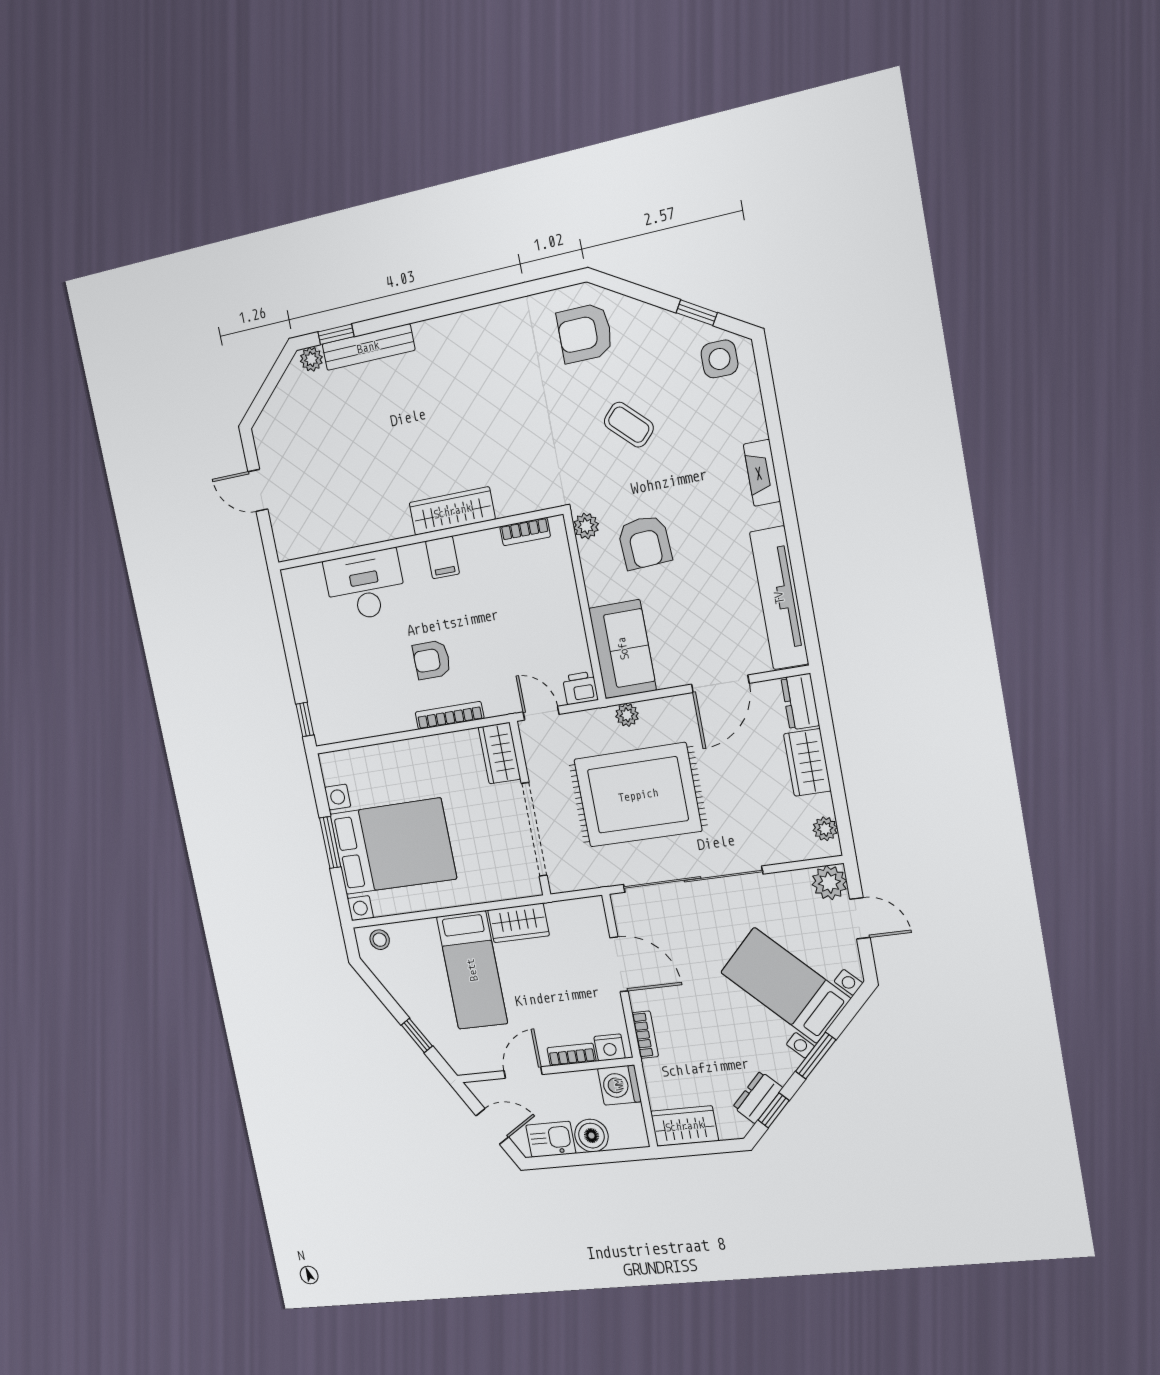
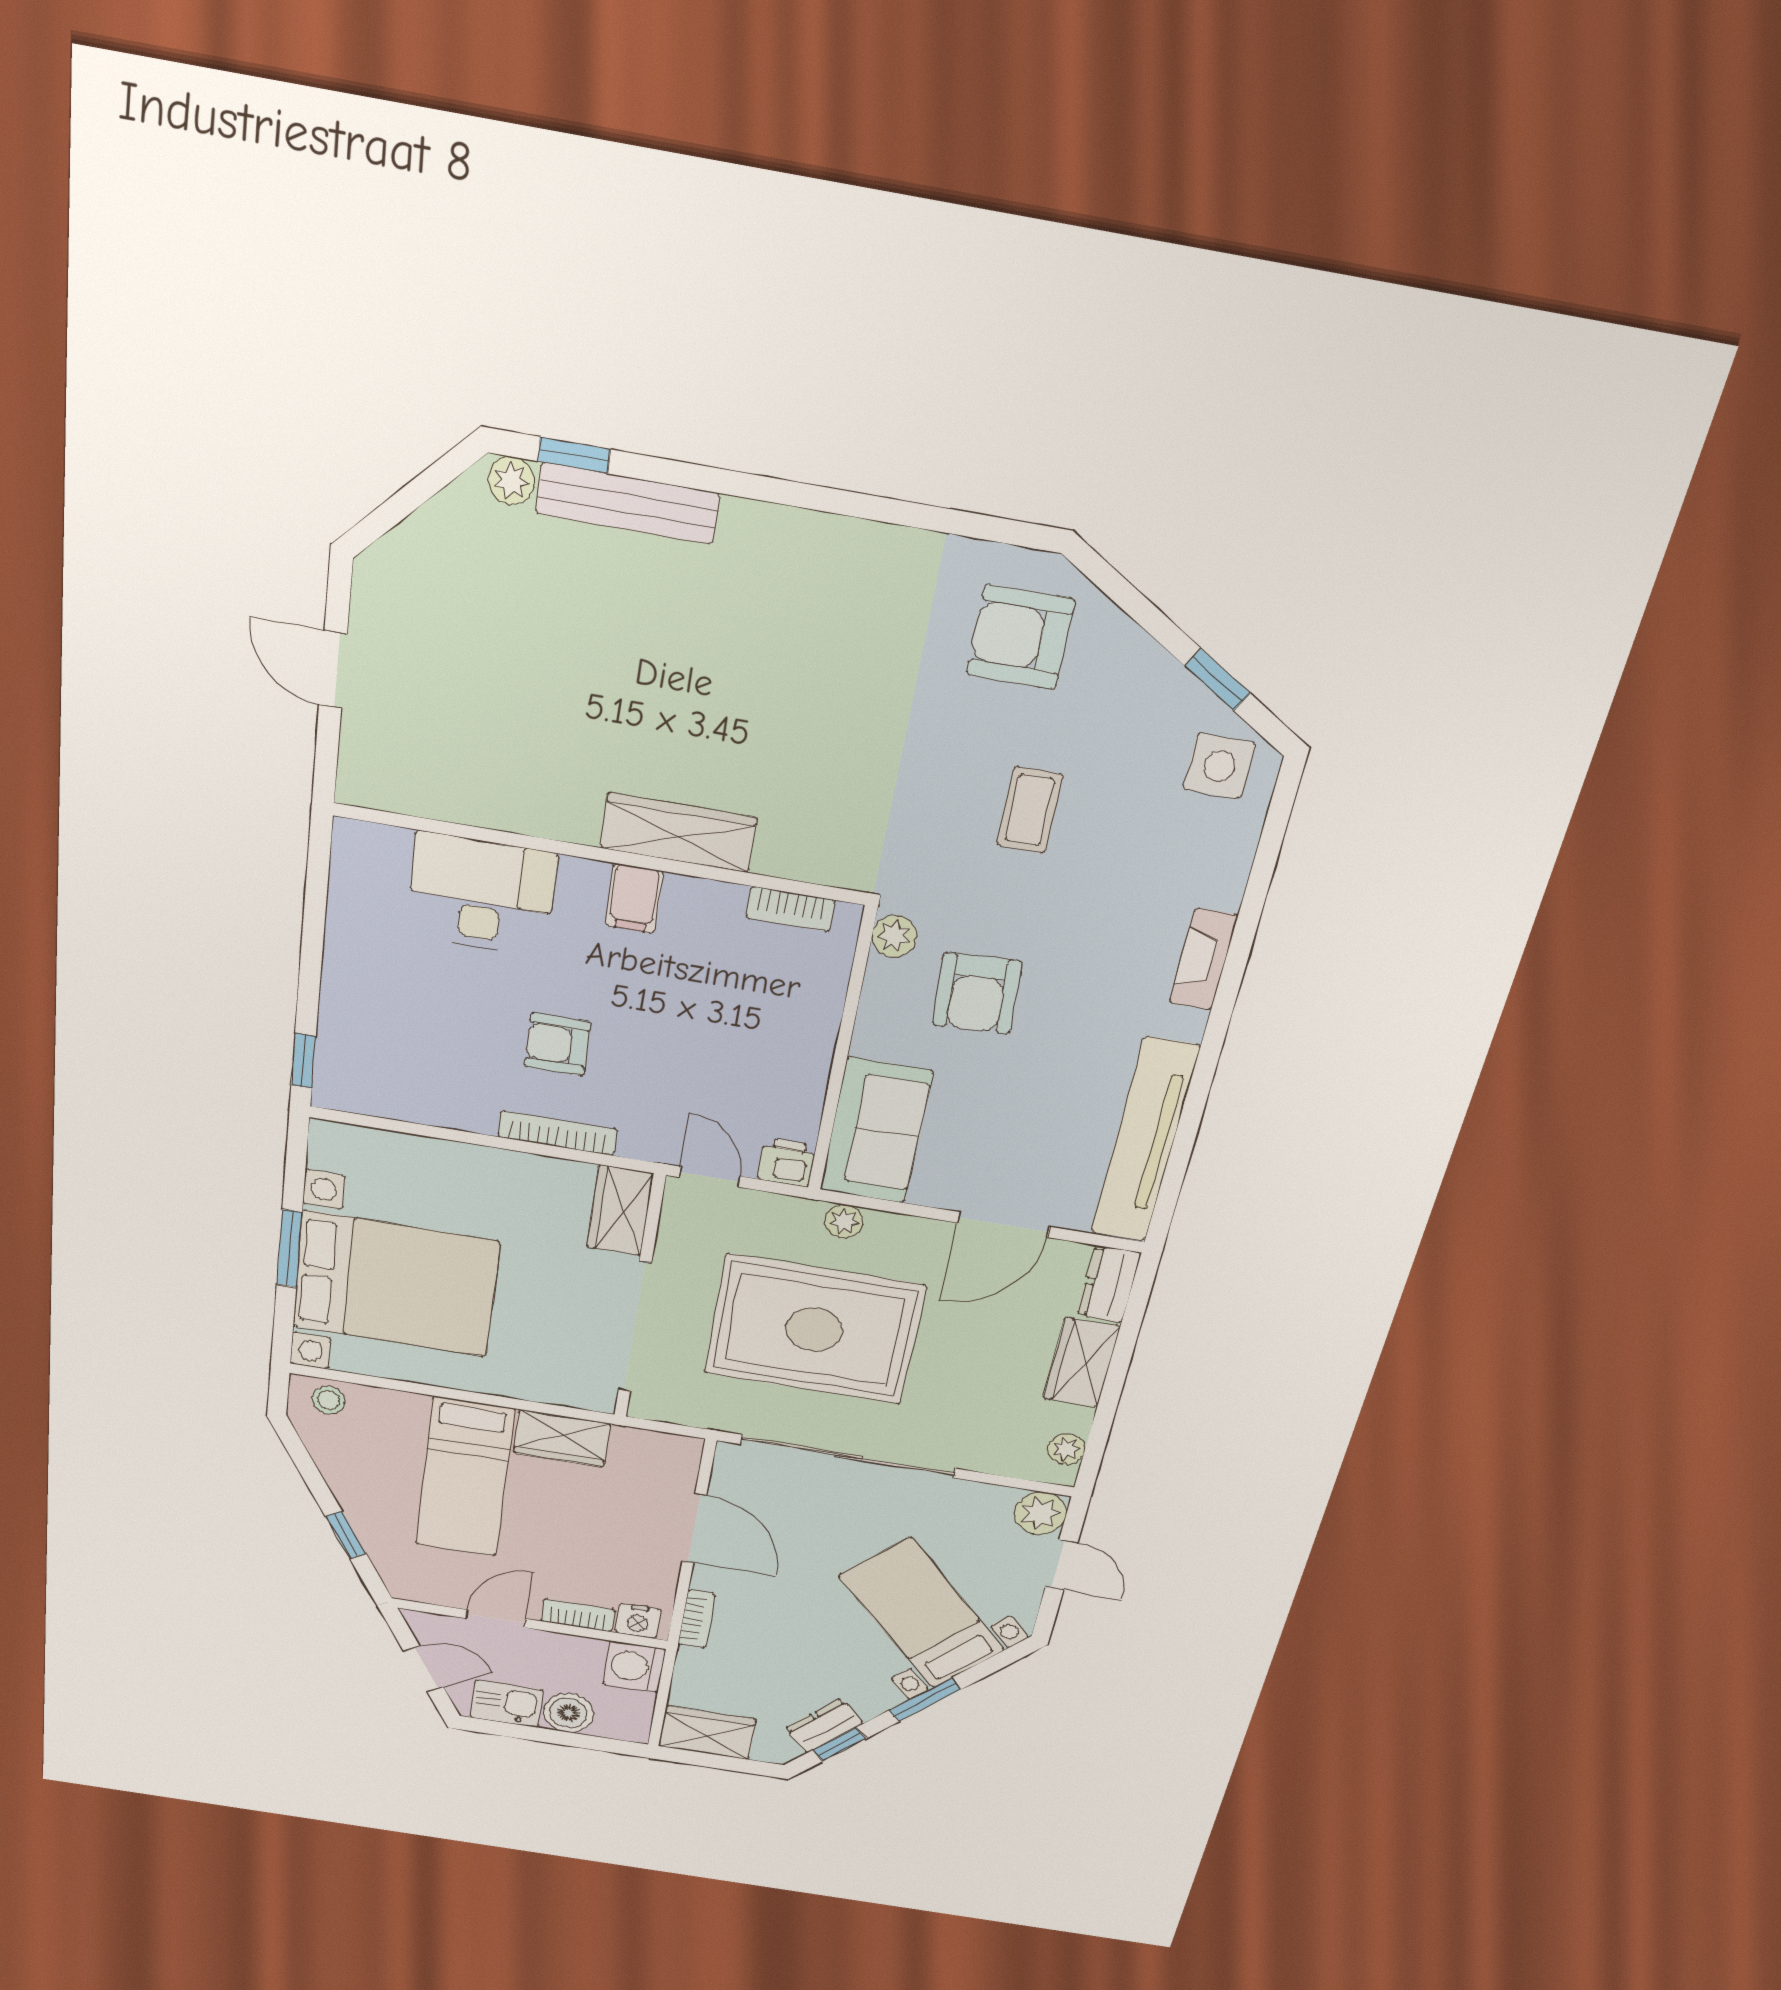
coffee table: (629, 425) -> (1030, 810), turned 46

